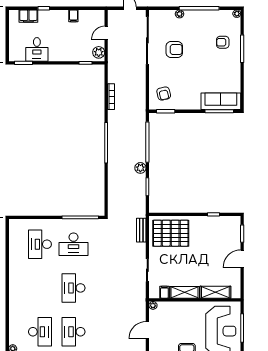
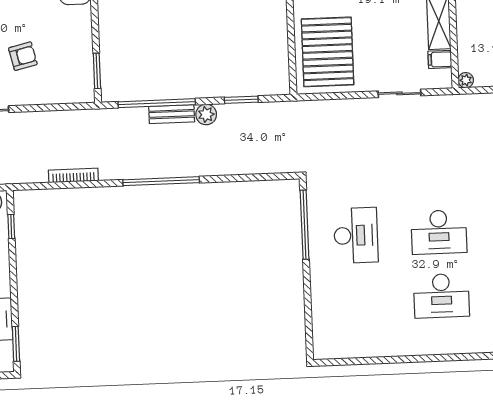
armchair: (164, 94) -> (23, 56), moved
bench: (141, 230) -> (172, 114), moved
desk: (40, 244) -> (441, 296), moved

